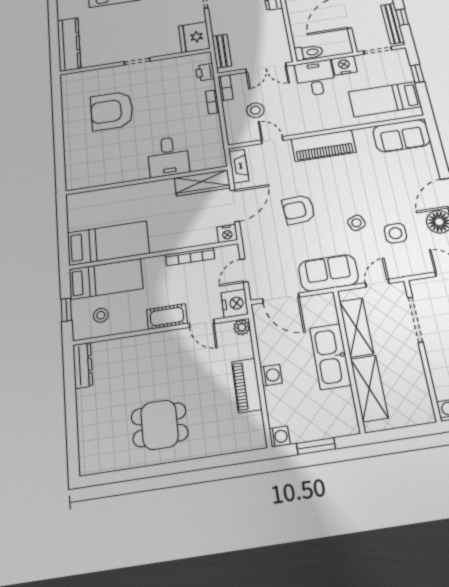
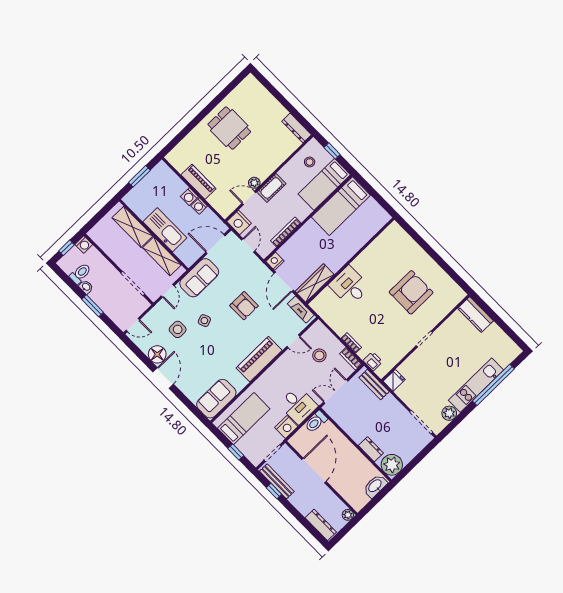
fridge: (194, 37) -> (394, 380), width x0.53, depth x0.75
kitchen counter: (69, 44) -> (476, 315), width x0.67
armchair: (299, 210) -> (244, 306), turned 94
plant: (242, 327) -> (254, 183), moved
dining table: (160, 425) -> (229, 128), turned 90
washing machine: (280, 436) -> (199, 206), moved

